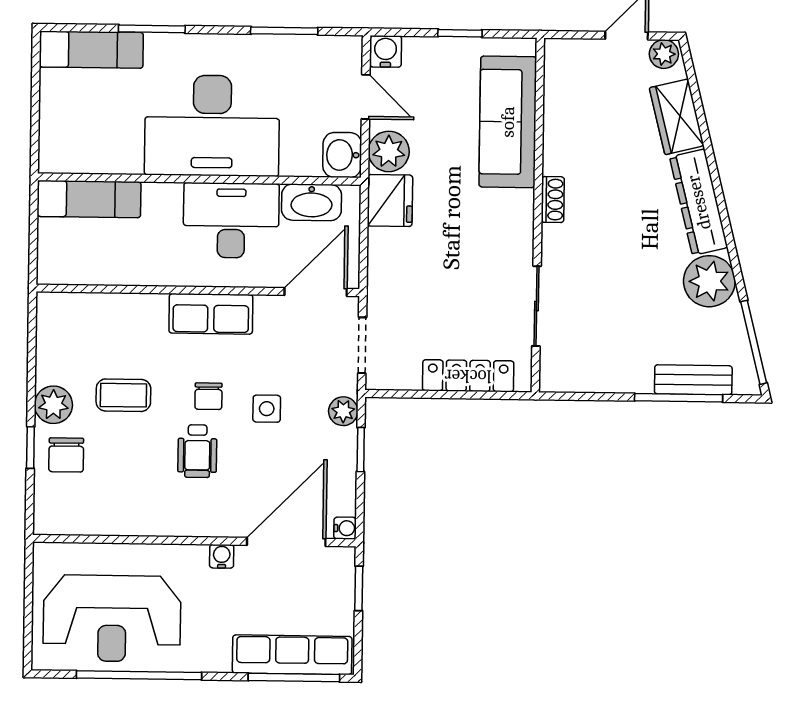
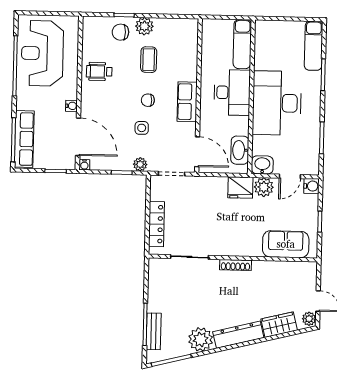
sofa: (508, 122) -> (286, 244), width x0.73
shoe rack: (553, 200) -> (235, 265), width x1.43
desk: (231, 220) -> (232, 92), moved
wheelchair: (197, 451) -> (99, 72), moved

